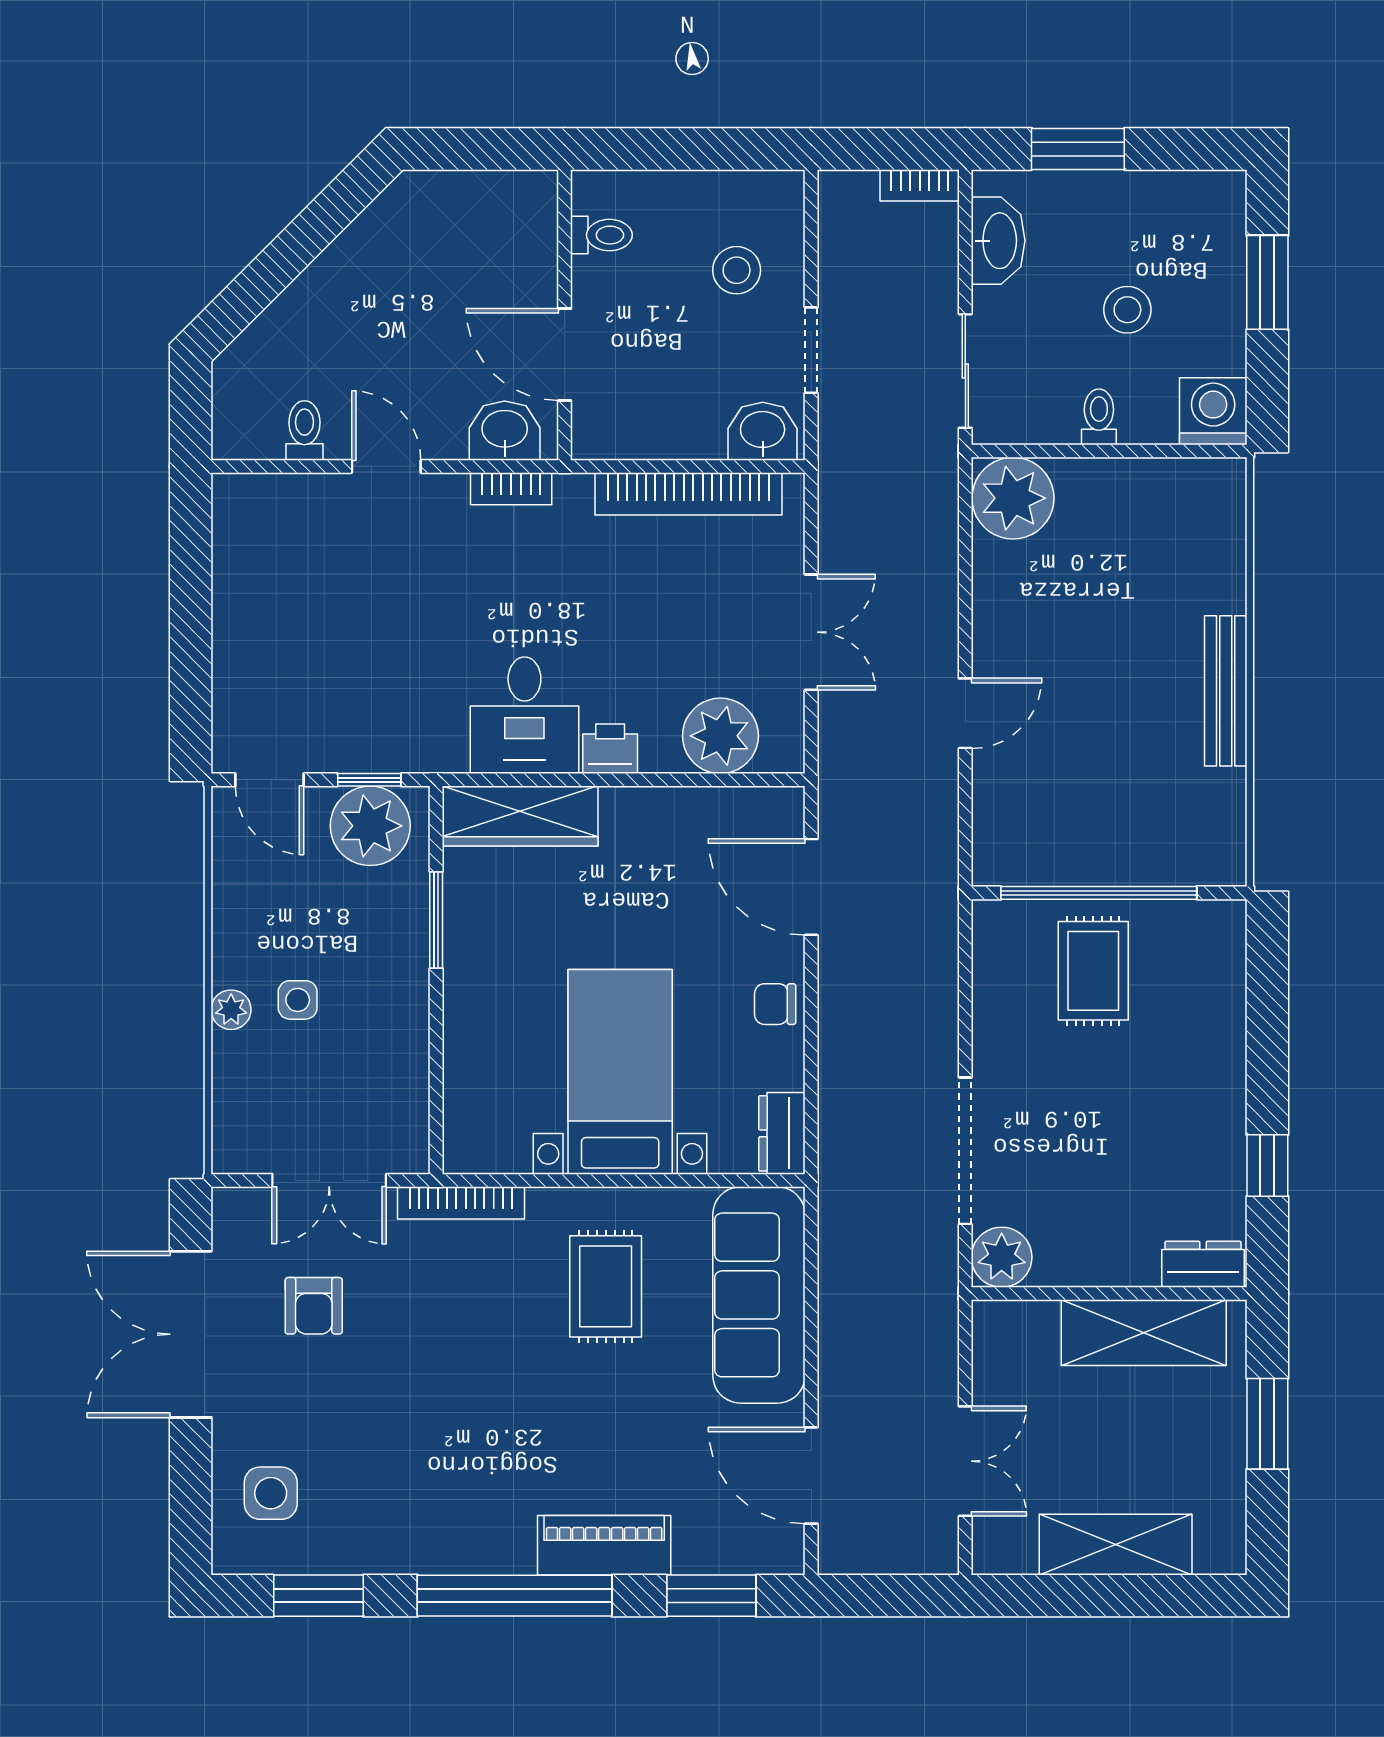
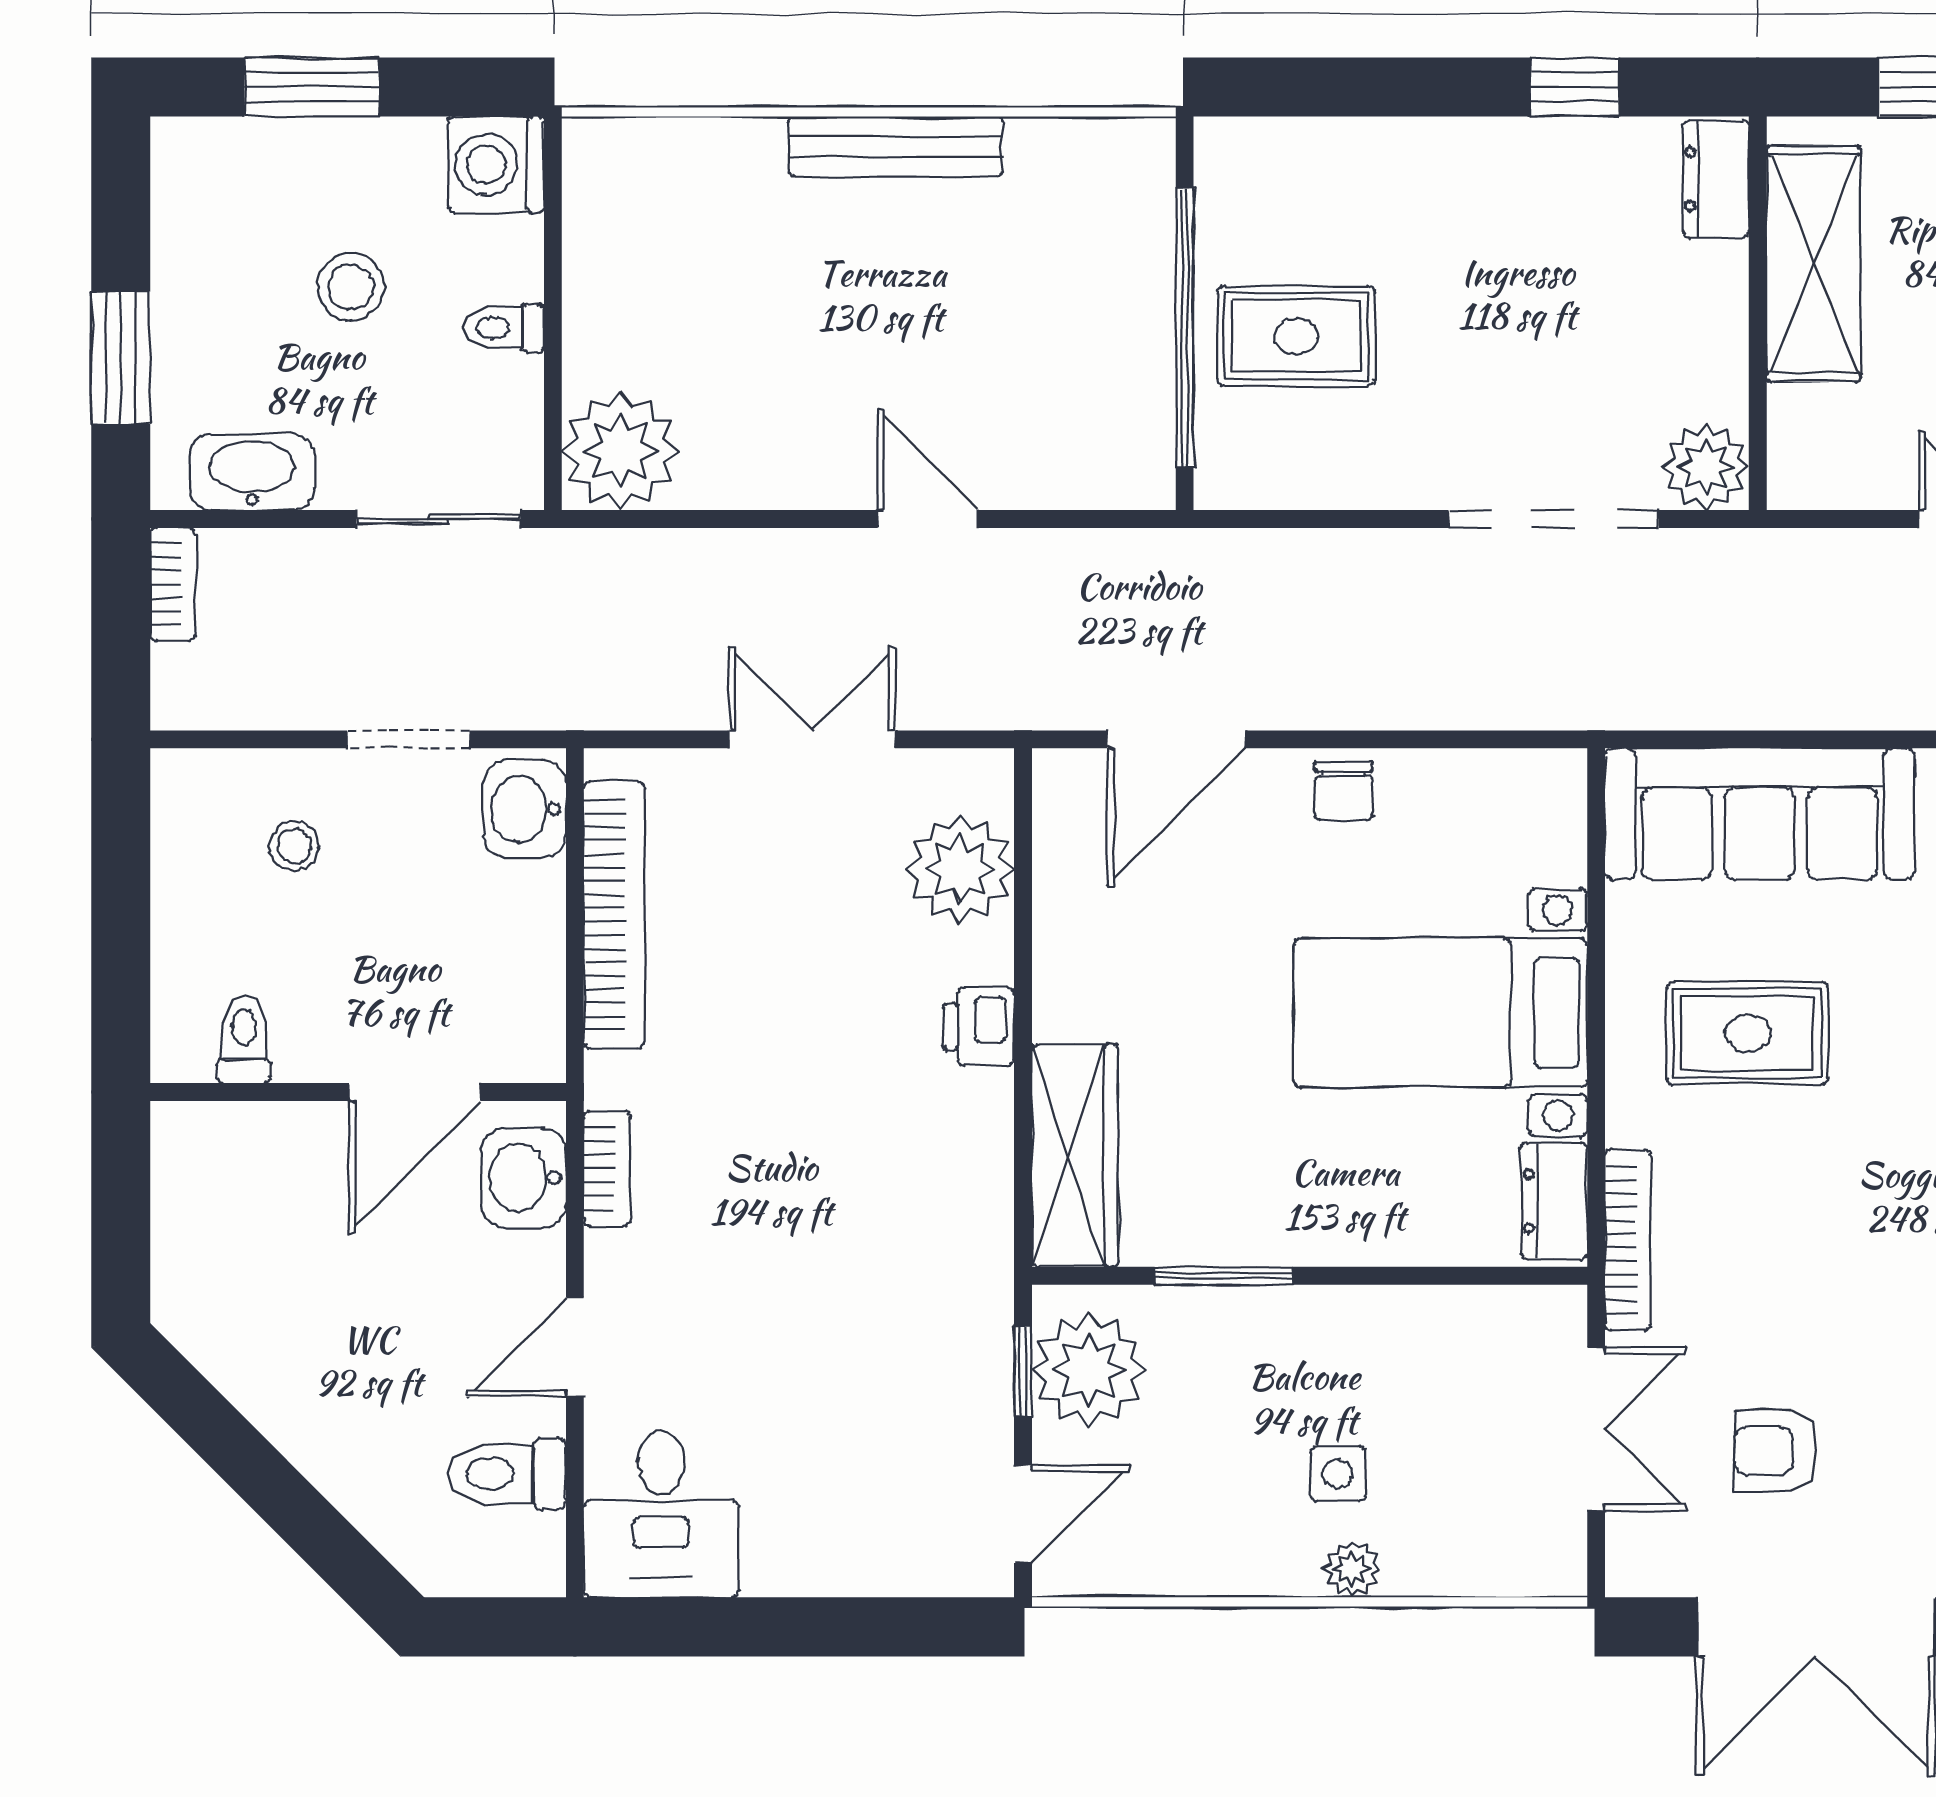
stool: (737, 270) -> (294, 846), width x0.73, depth x0.73
toilet: (305, 430) -> (507, 1474), width x1.37, depth x1.39
desk: (524, 715) -> (661, 1514), moved, turned 90
dresser: (782, 1133) -> (1554, 1201), moved, turned 90
armchair: (314, 1306) -> (1775, 1451), turned 180

